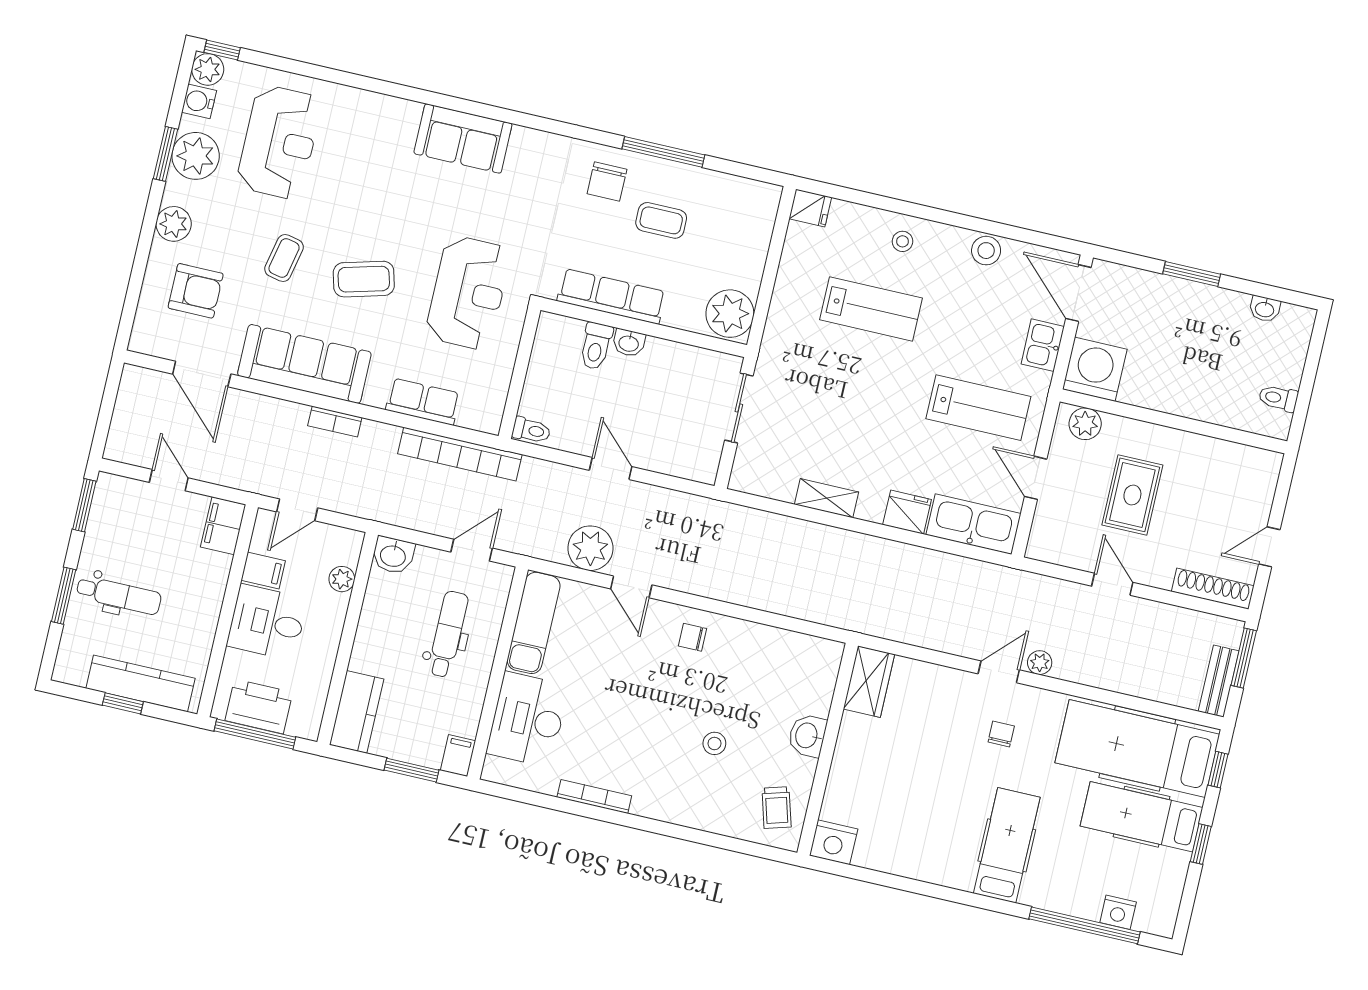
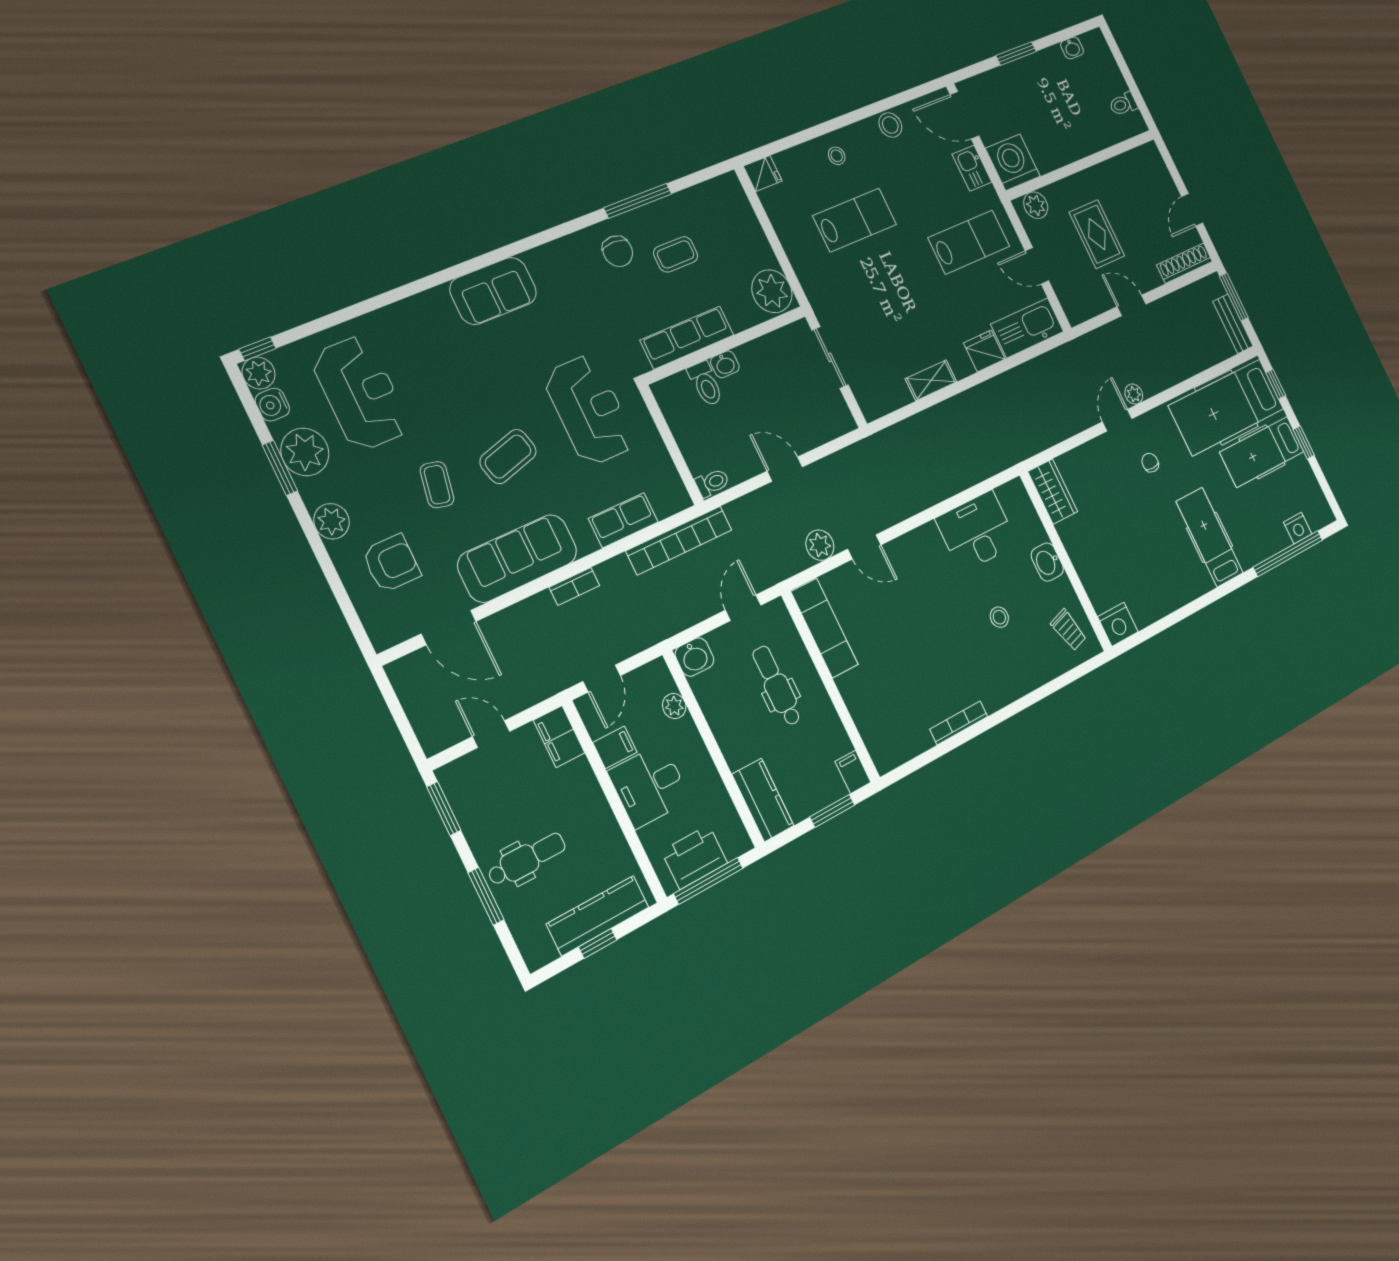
plant: (590, 548) -> (820, 545), width x0.73, depth x0.73
chair: (692, 637) -> (929, 551), removed
desk: (528, 719) -> (977, 531), moved, turned 90

